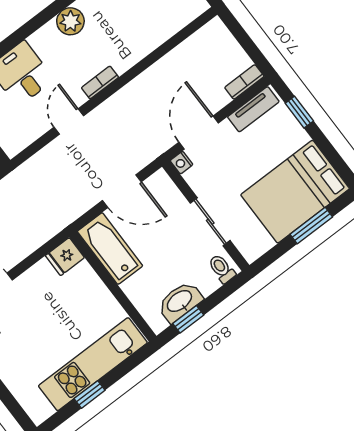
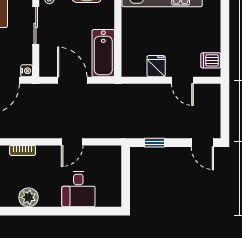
bookcase: (100, 82) -> (23, 150), moved
fridge: (65, 257) -> (156, 66), moved, turned -90

